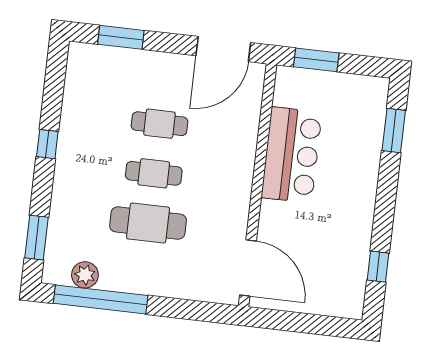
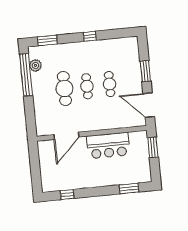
window: (121, 37) -> (145, 71), moved
door: (248, 268) -> (66, 136), moved

